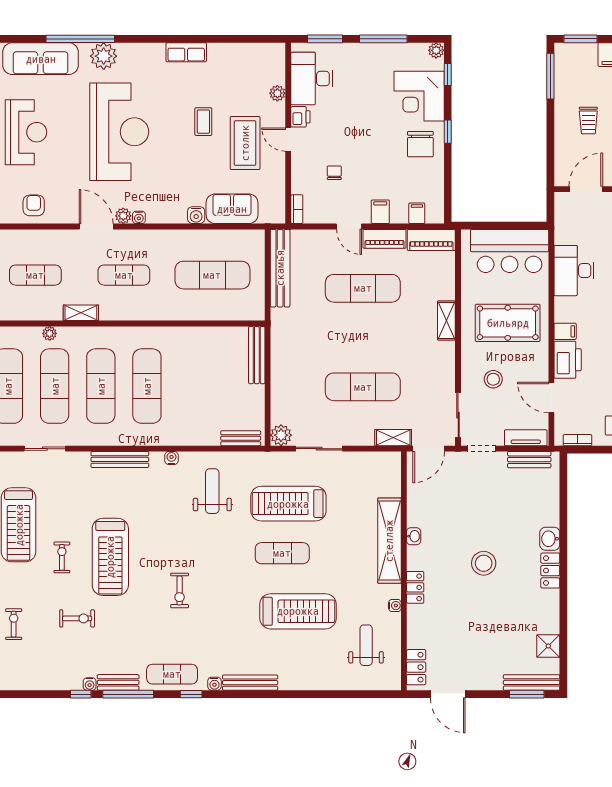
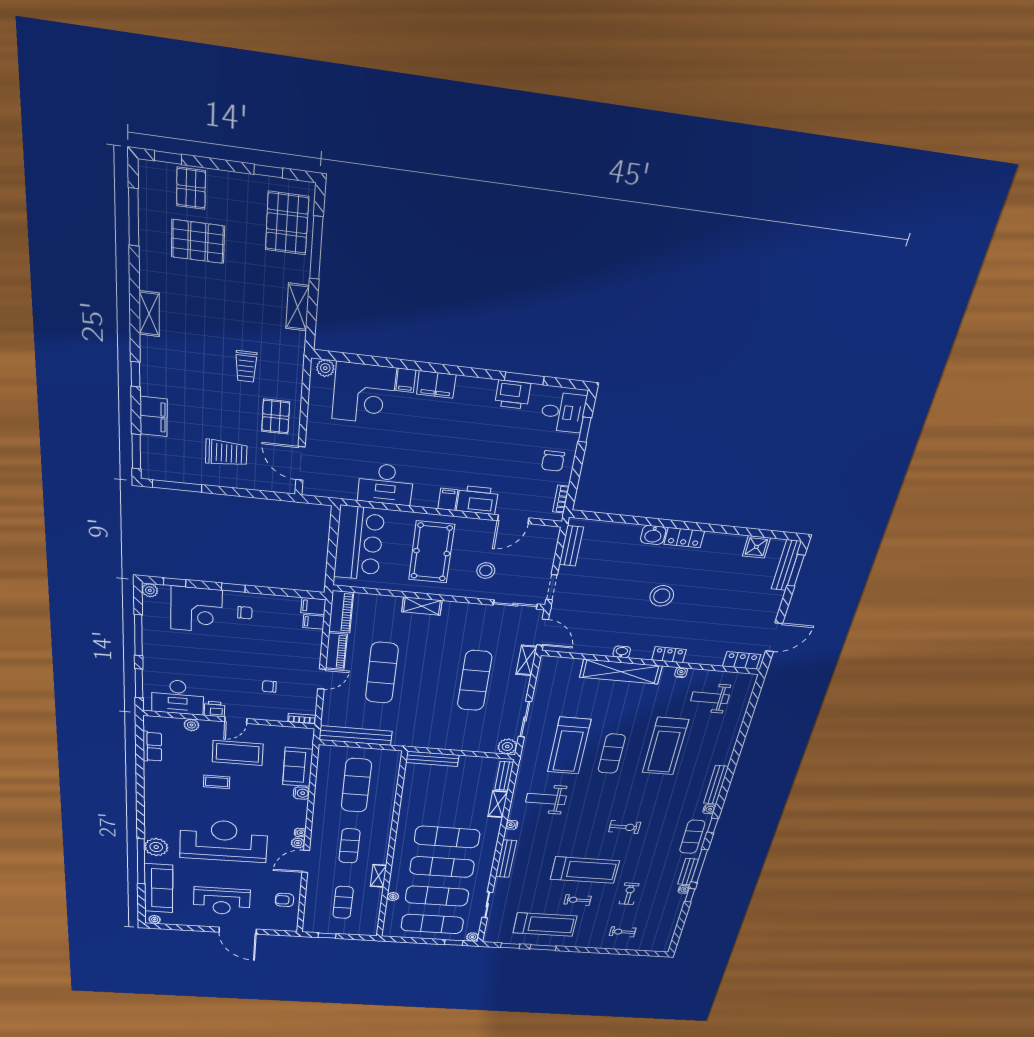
row of seats: (186, 52) -> (152, 747), moved
trolley: (588, 121) -> (226, 453), width x1.36, depth x1.39
reception desk: (26, 132) -> (222, 901), turned 180
chair: (420, 144) -> (245, 613), width x0.54, depth x0.54
filing cabinet: (380, 212) -> (313, 606), moved
shelving: (200, 437) -> (498, 804), added
tv unit: (526, 438) -> (549, 547), removed
treadmill: (298, 611) -> (665, 746), turned 180

